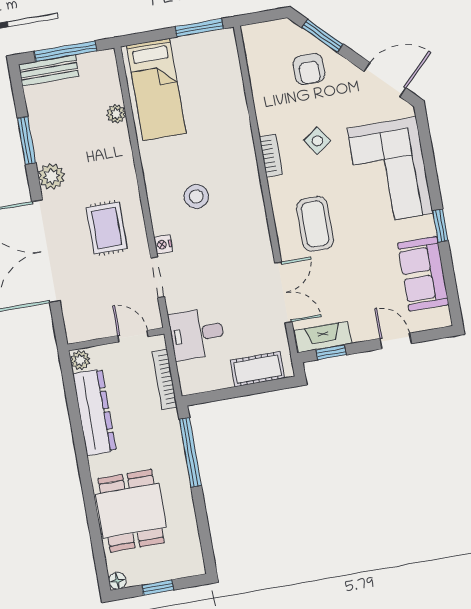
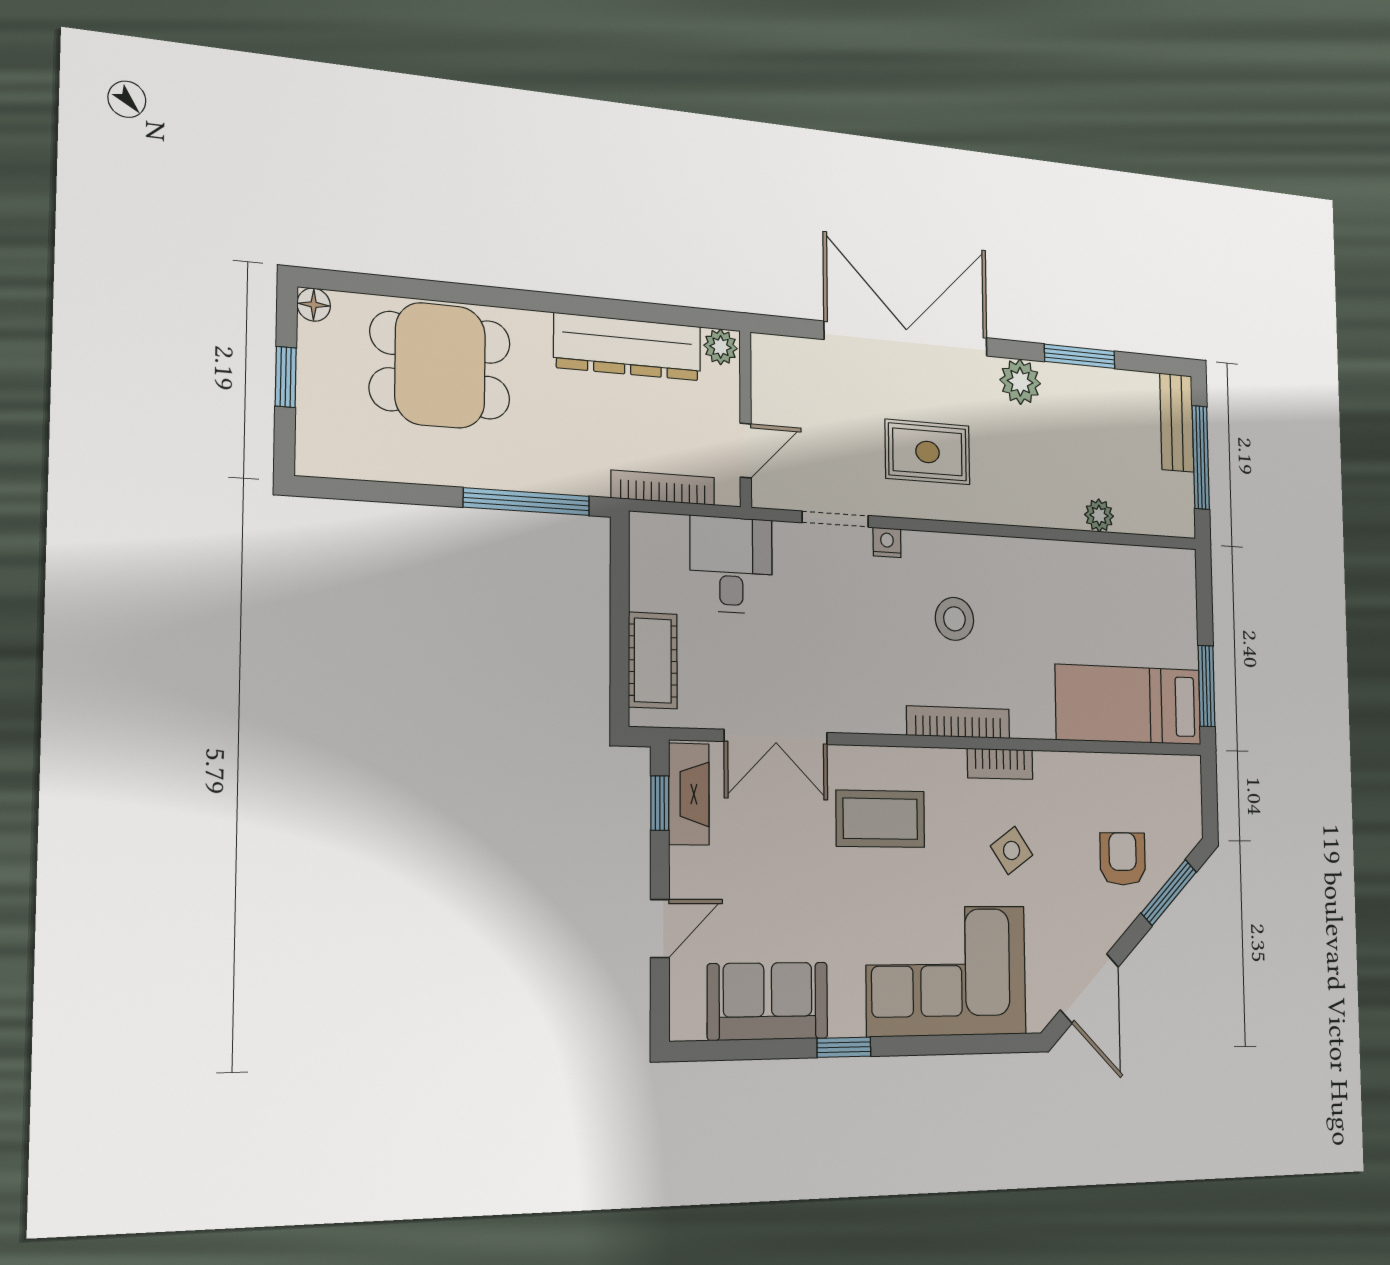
armchair: (309, 69) -> (1123, 859), turned 90
bed: (156, 89) -> (1129, 705), moved
bookcase: (253, 185) -> (958, 722), added

